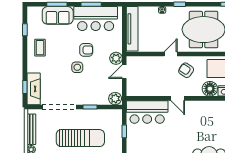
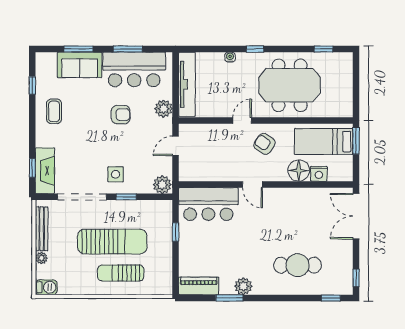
plant: (116, 58) -> (164, 109), moved
side table: (77, 67) -> (116, 174), moved

